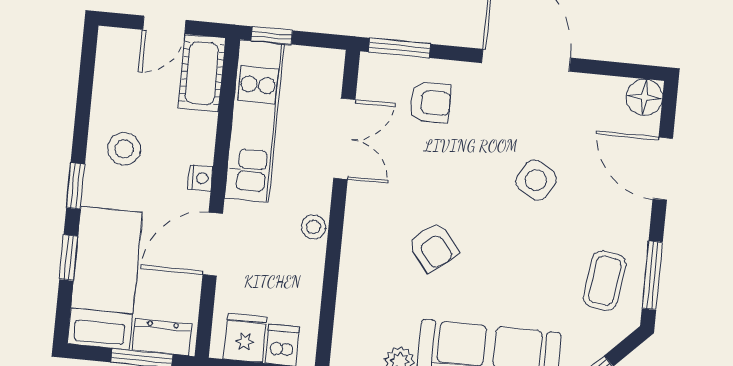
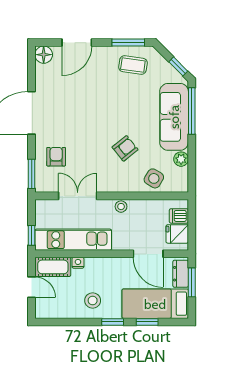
nightstand: (200, 178) -> (78, 263), moved
side table: (536, 180) -> (154, 178), moved
door: (213, 244) -> (148, 254), moved

